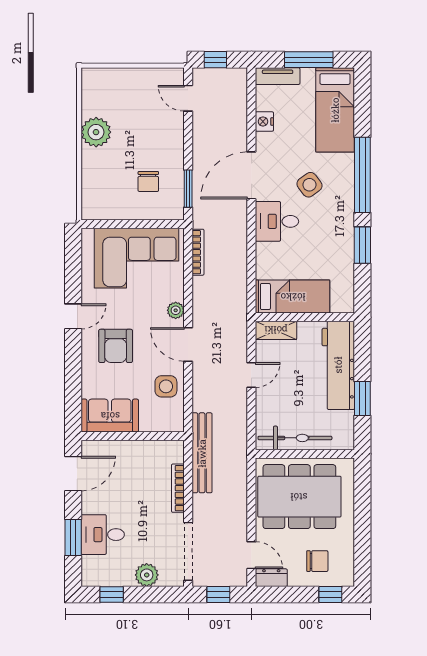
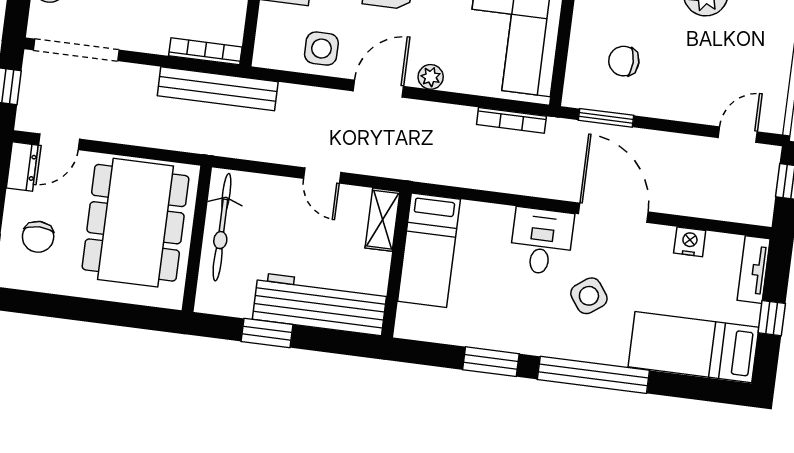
window: (309, 60) -> (772, 318), width x0.46
bookcase: (178, 488) -> (205, 51), moved

